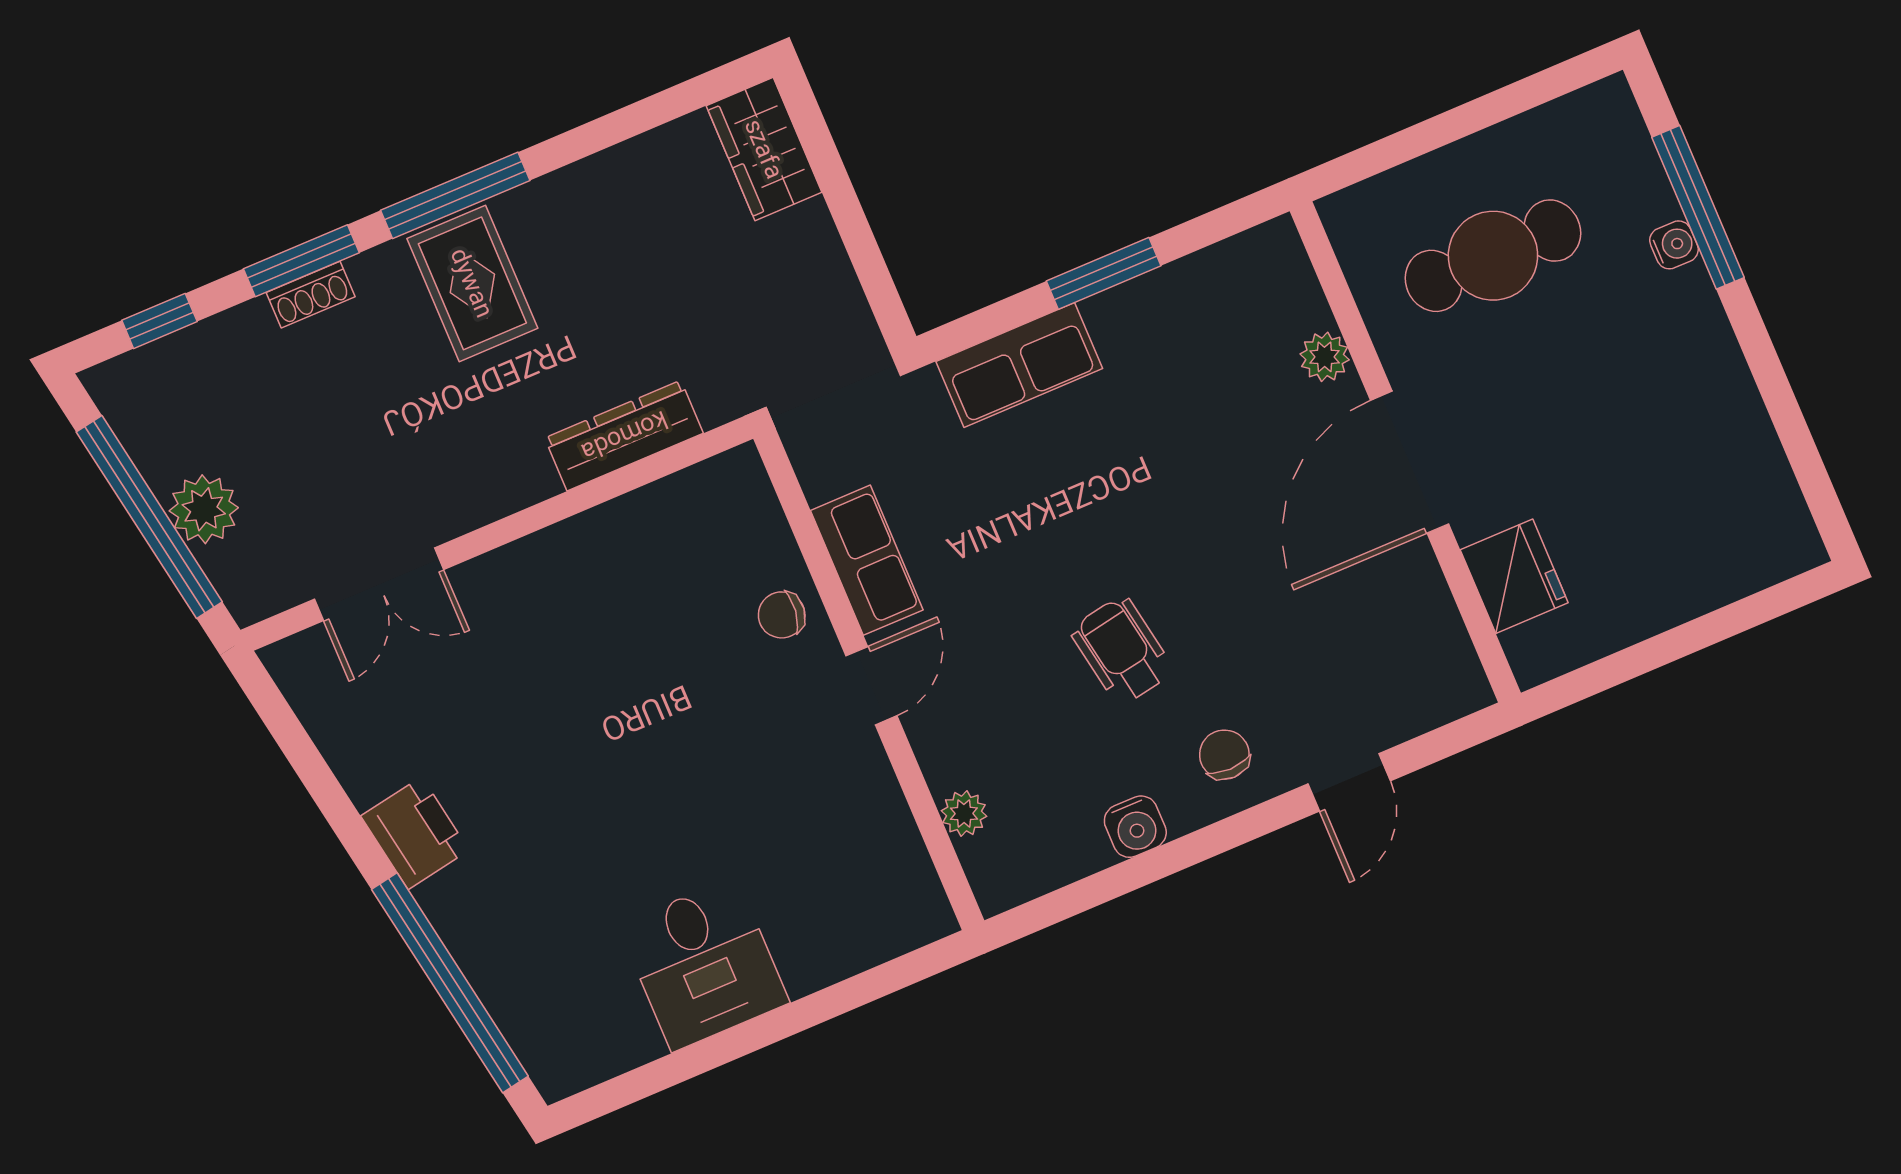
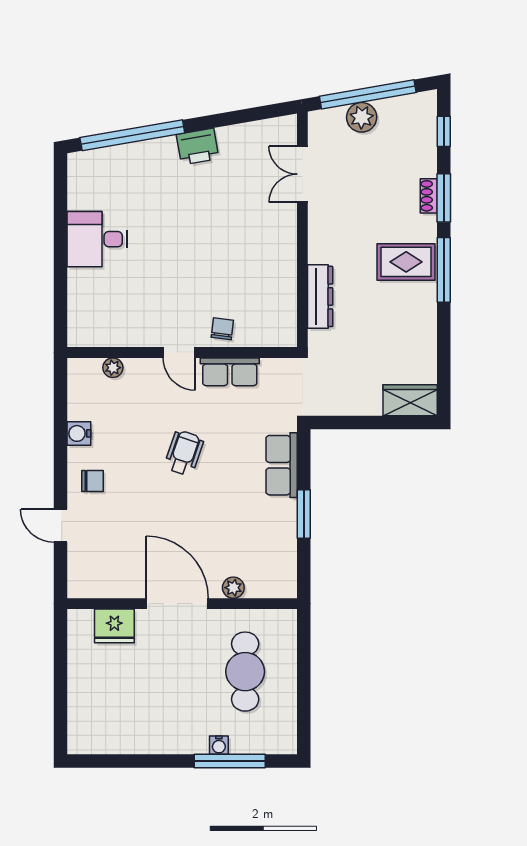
wheelchair: (1122, 650) -> (184, 453), moved, turned -61

